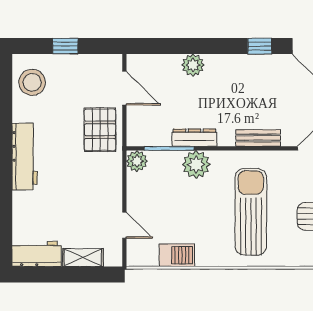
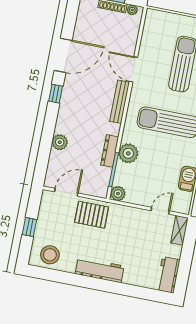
bench: (258, 138) -> (120, 102), width x1.36
shelving: (83, 258) -> (179, 230), moved

